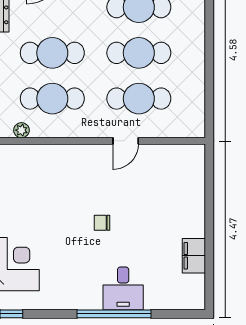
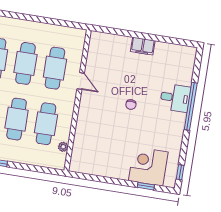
filing cabinet: (194, 256) -> (143, 46), moved

